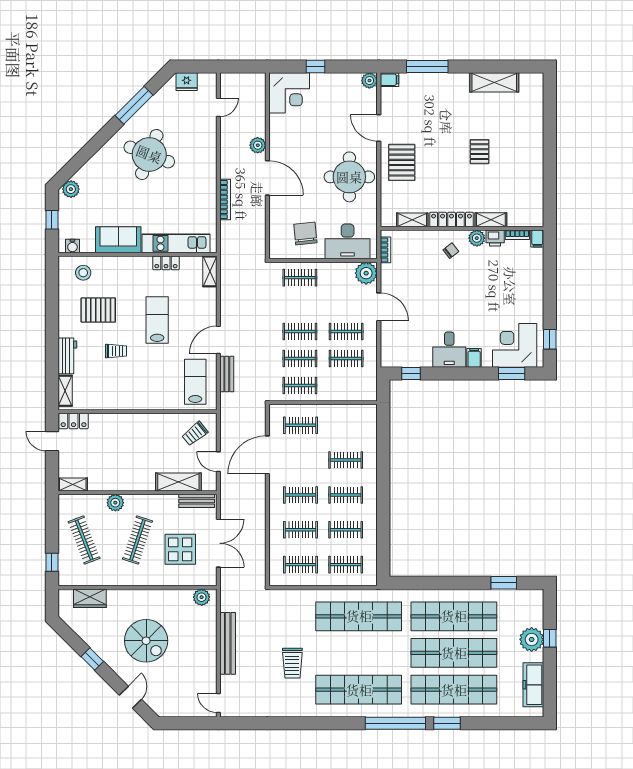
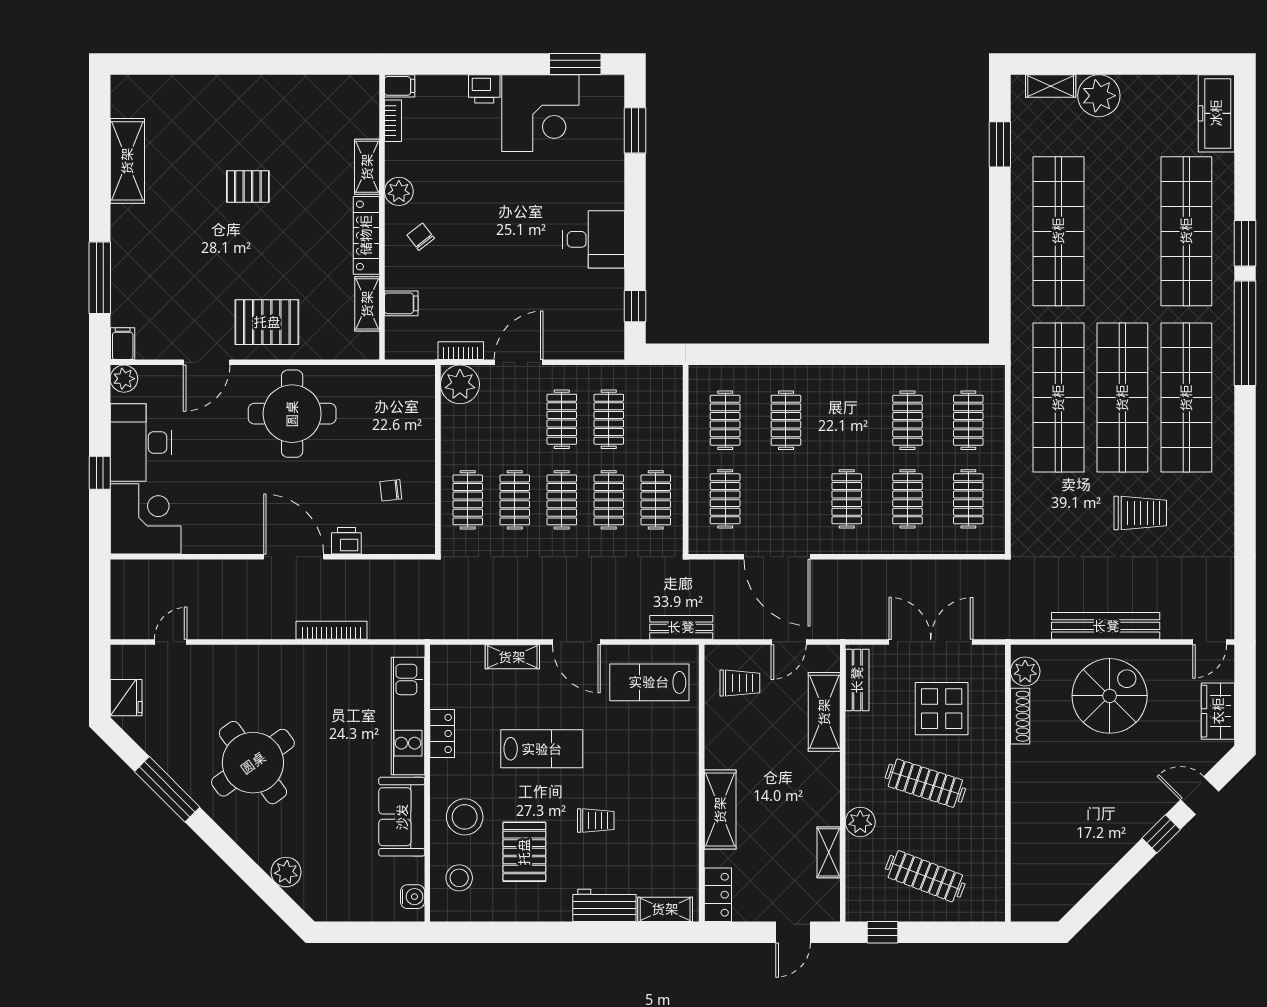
door: (218, 107) -> (171, 642), hinge flipped
plant: (258, 145) -> (237, 573), removed
round table: (149, 154) -> (253, 763), turned 33
door: (267, 178) -> (294, 557), hinge flipped
plant: (71, 189) -> (286, 872), moved
printer: (277, 208) -> (346, 541), added
window: (52, 220) -> (367, 932), removed
chair: (305, 234) -> (391, 490), width x0.54, depth x0.54
printer: (495, 238) -> (484, 89), moved, turned 90
desk: (348, 241) -> (141, 442), moved, turned 180
bookcase: (385, 250) -> (461, 351), moved
shelving: (210, 271) -> (512, 657), moved
stool: (118, 276) -> (465, 817), added
clothes rail: (300, 305) -> (515, 500), added
lab bench: (157, 320) -> (542, 749), turned 180
window: (550, 339) -> (575, 64), width x1.50
corner desk: (515, 345) -> (540, 113), moved, turned -90
trolley: (116, 351) -> (596, 821), turned 90
filing cabinet: (474, 358) -> (401, 303), moved, turned 180
bench: (227, 374) -> (681, 627), moved
shelving: (122, 422) -> (720, 810), added
trolley: (195, 434) -> (740, 683), turned -51
door: (52, 441) -> (793, 932), moved
shelving: (73, 485) -> (829, 852), moved
clothes rail: (346, 495) -> (725, 420), moved
clothes rail: (84, 540) -> (925, 876), turned 42
window: (52, 562) -> (883, 932), moved
shoe rack: (176, 594) -> (1020, 716), added
wardrobe: (90, 598) -> (1218, 711), moved, turned 180
shelving: (537, 612) -> (1051, 86), added
window: (550, 638) -> (1097, 64), removed
spiral stairs: (146, 641) -> (1110, 696), moved
shop shelf: (454, 653) -> (1122, 398), moved
window: (92, 659) -> (1161, 834), moved
freezer: (533, 685) -> (1216, 113), moved, turned 90

